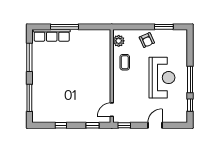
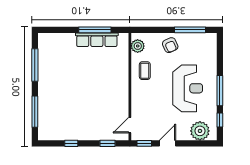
window: (64, 27) -> (95, 30), moved
window: (164, 27) -> (190, 30), width x1.44
row of seats: (52, 35) -> (97, 40), moved
plant: (173, 115) -> (200, 131), added
door: (155, 125) -> (168, 143), moved

